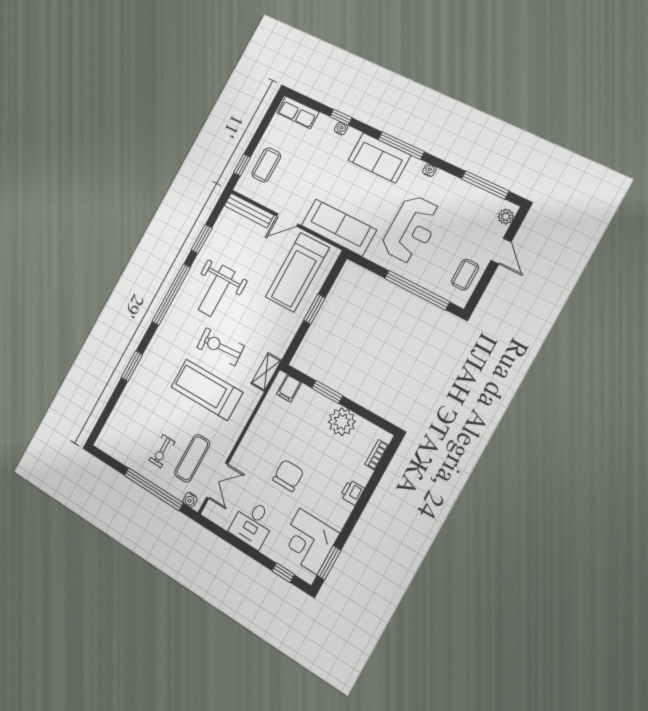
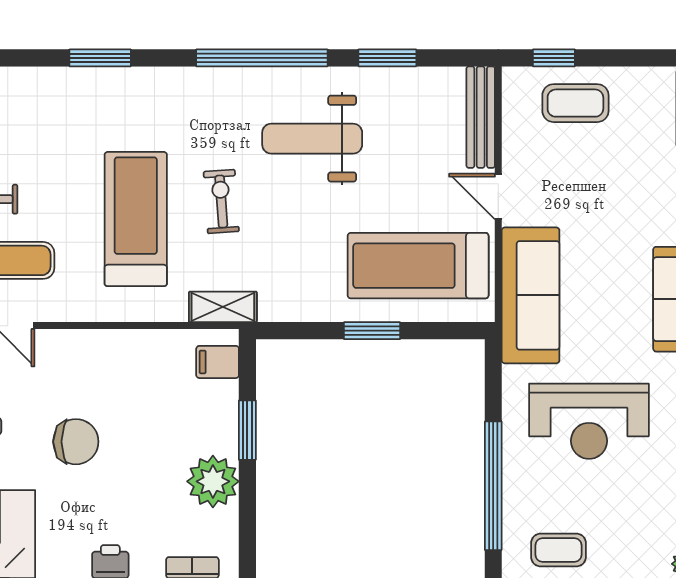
exercise bike: (220, 347) -> (221, 202), width x0.73, depth x0.72

